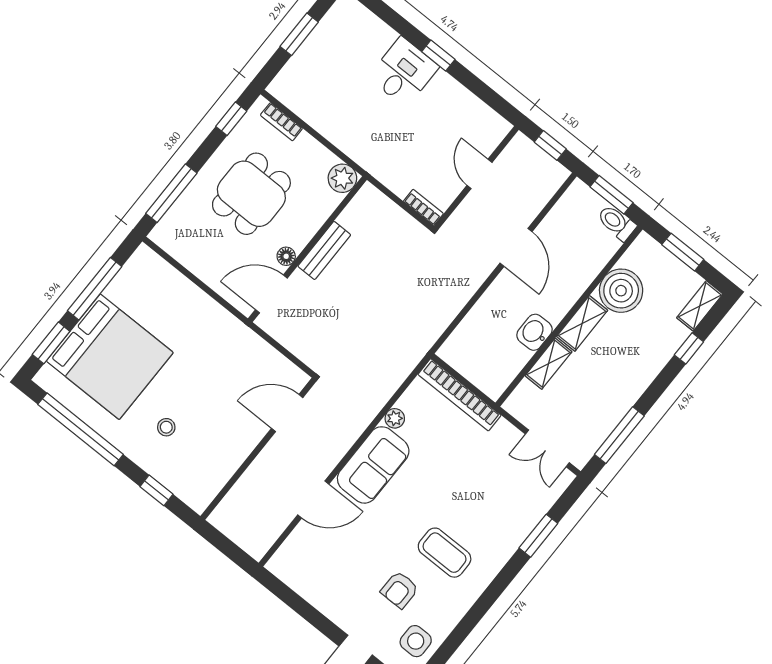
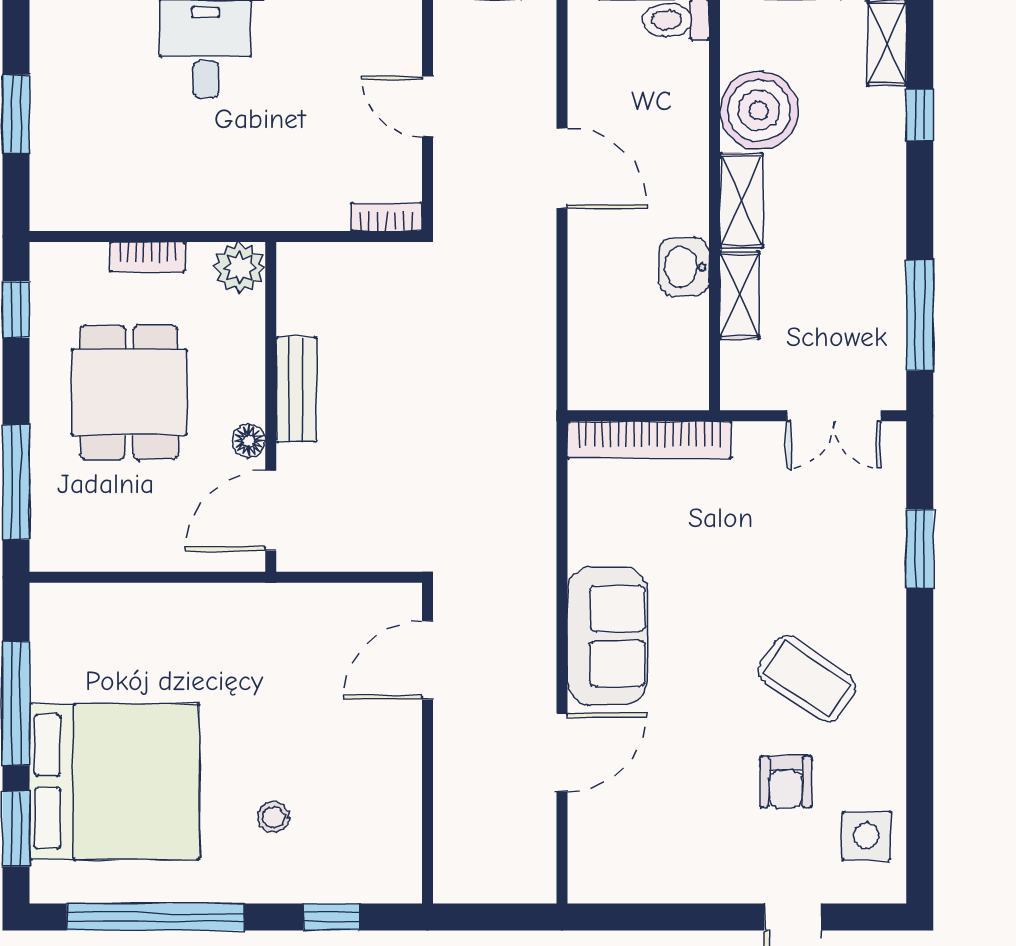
bookcase: (281, 122) -> (148, 257), moved
plant: (395, 418) -> (585, 546), removed
coffee table: (445, 553) -> (807, 679), turned 34

